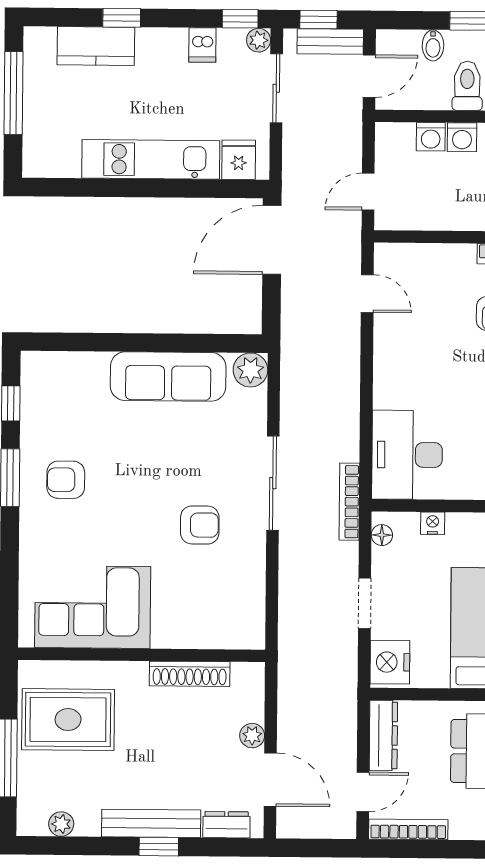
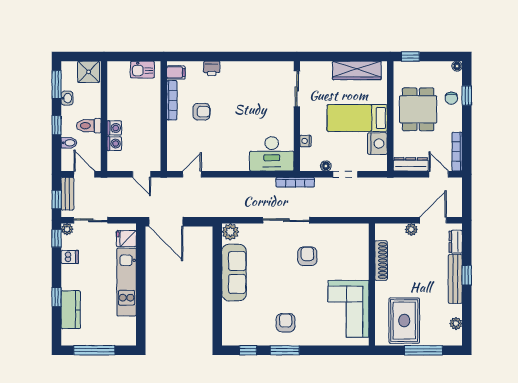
armchair: (66, 480) -> (286, 323), turned 180
floor lamp: (382, 535) -> (326, 166), moved
nightstand: (390, 662) -> (377, 144), moved, turned -90

